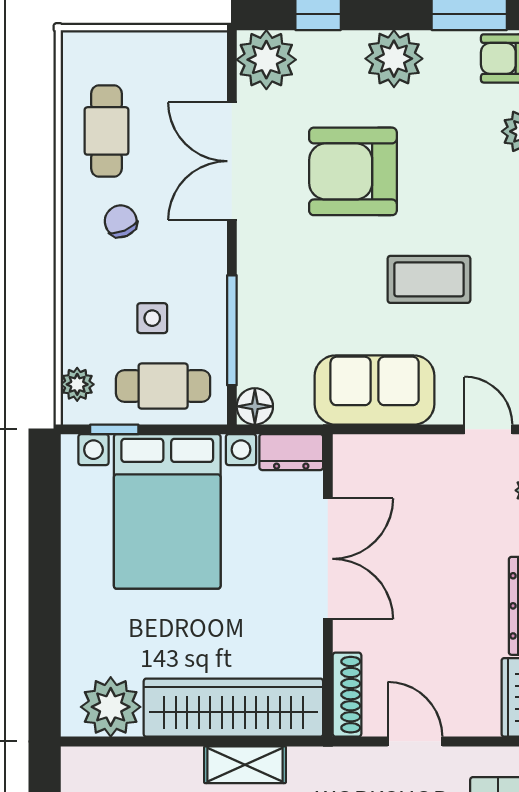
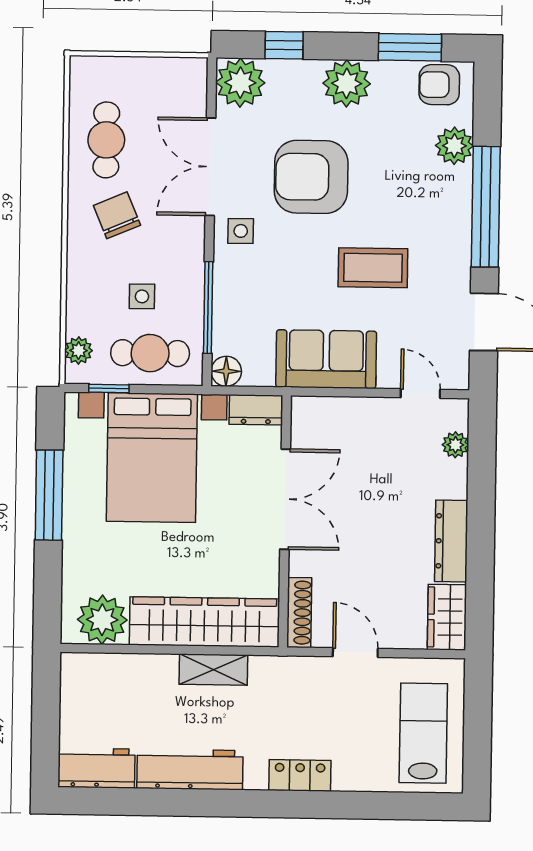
chair: (121, 221) -> (117, 215), width x1.37, depth x1.37
side table: (269, 238) -> (241, 231), added
window: (45, 558) -> (49, 495), added

